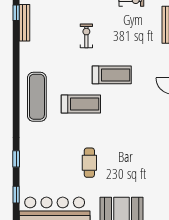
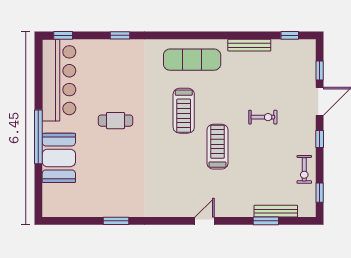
bench: (24, 23) -> (249, 45), moved
treadmill: (112, 75) -> (217, 147), turned 180
window: (16, 195) -> (63, 35), moved

